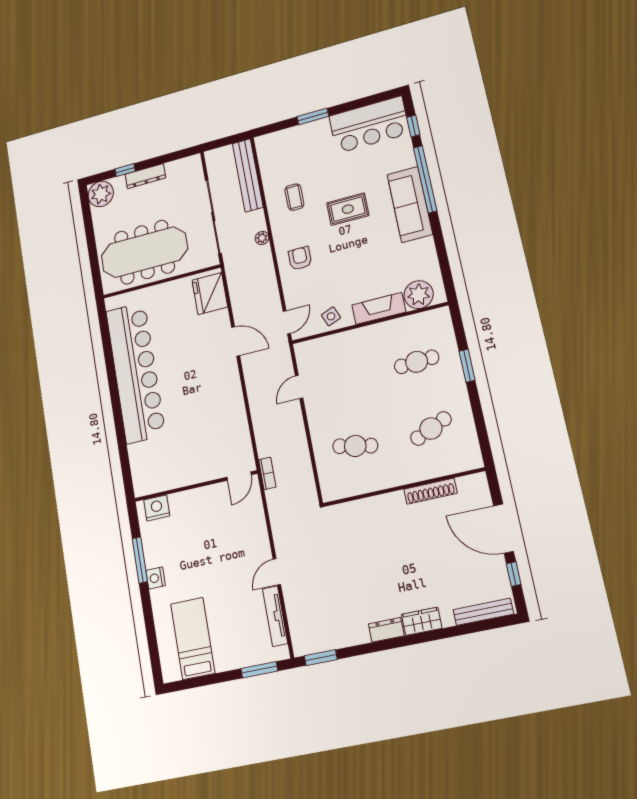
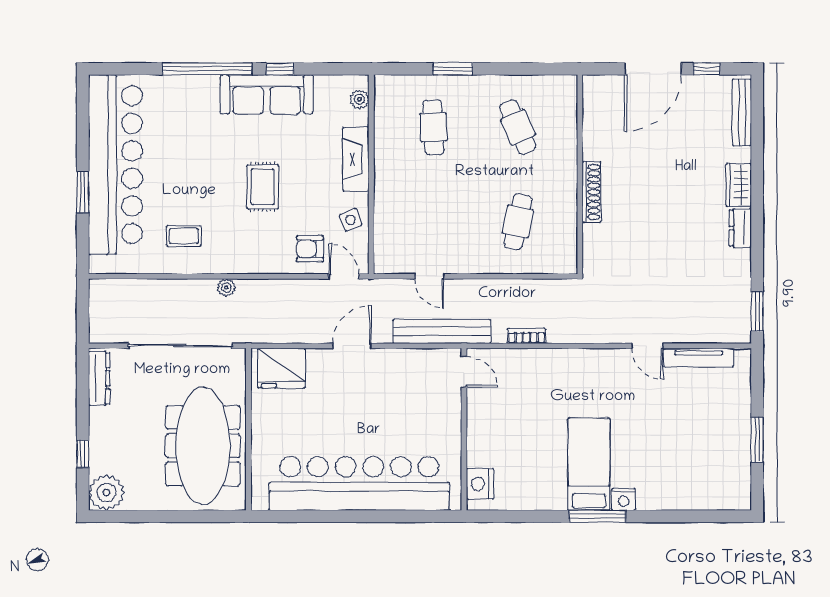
bar counter: (369, 125) -> (115, 165), width x1.86
window: (413, 126) -> (280, 69), moved
bench: (248, 175) -> (442, 331), moved
dresser: (145, 176) -> (99, 378), moved
sofa: (410, 204) -> (267, 94), moved
rug: (348, 209) -> (263, 187), moved
armchair: (300, 258) -> (310, 249), moved
plant: (419, 295) -> (359, 99), width x0.53, depth x0.53
door: (239, 476) -> (464, 372), moved
wall: (195, 486) -> (464, 429), moved
shoe rack: (430, 491) -> (592, 192), moved
nightstand: (157, 508) -> (480, 484), moved
bed: (193, 638) -> (589, 464), moved, turned 90
window: (259, 670) -> (757, 439), moved

